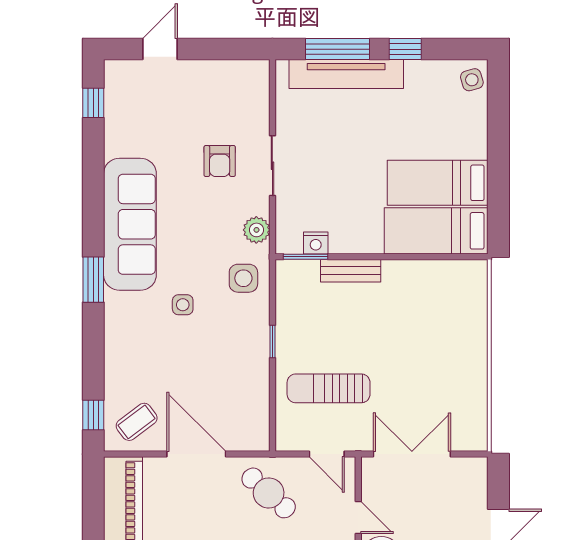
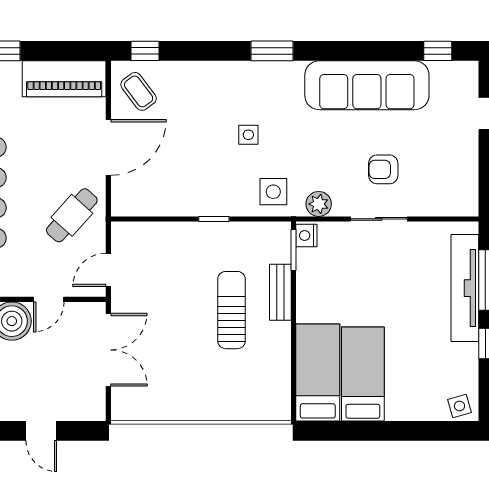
sofa: (130, 224) -> (367, 85), moved
nightstand: (316, 243) -> (306, 236), moved
sun lounger: (329, 388) -> (232, 310), moved

